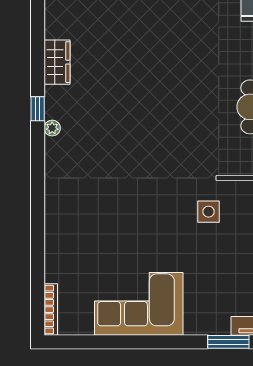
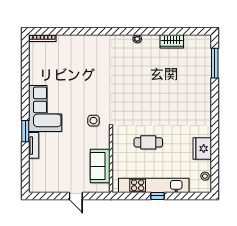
window: (38, 109) -> (147, 31), removed
corner sofa: (139, 304) -> (45, 108), moved

